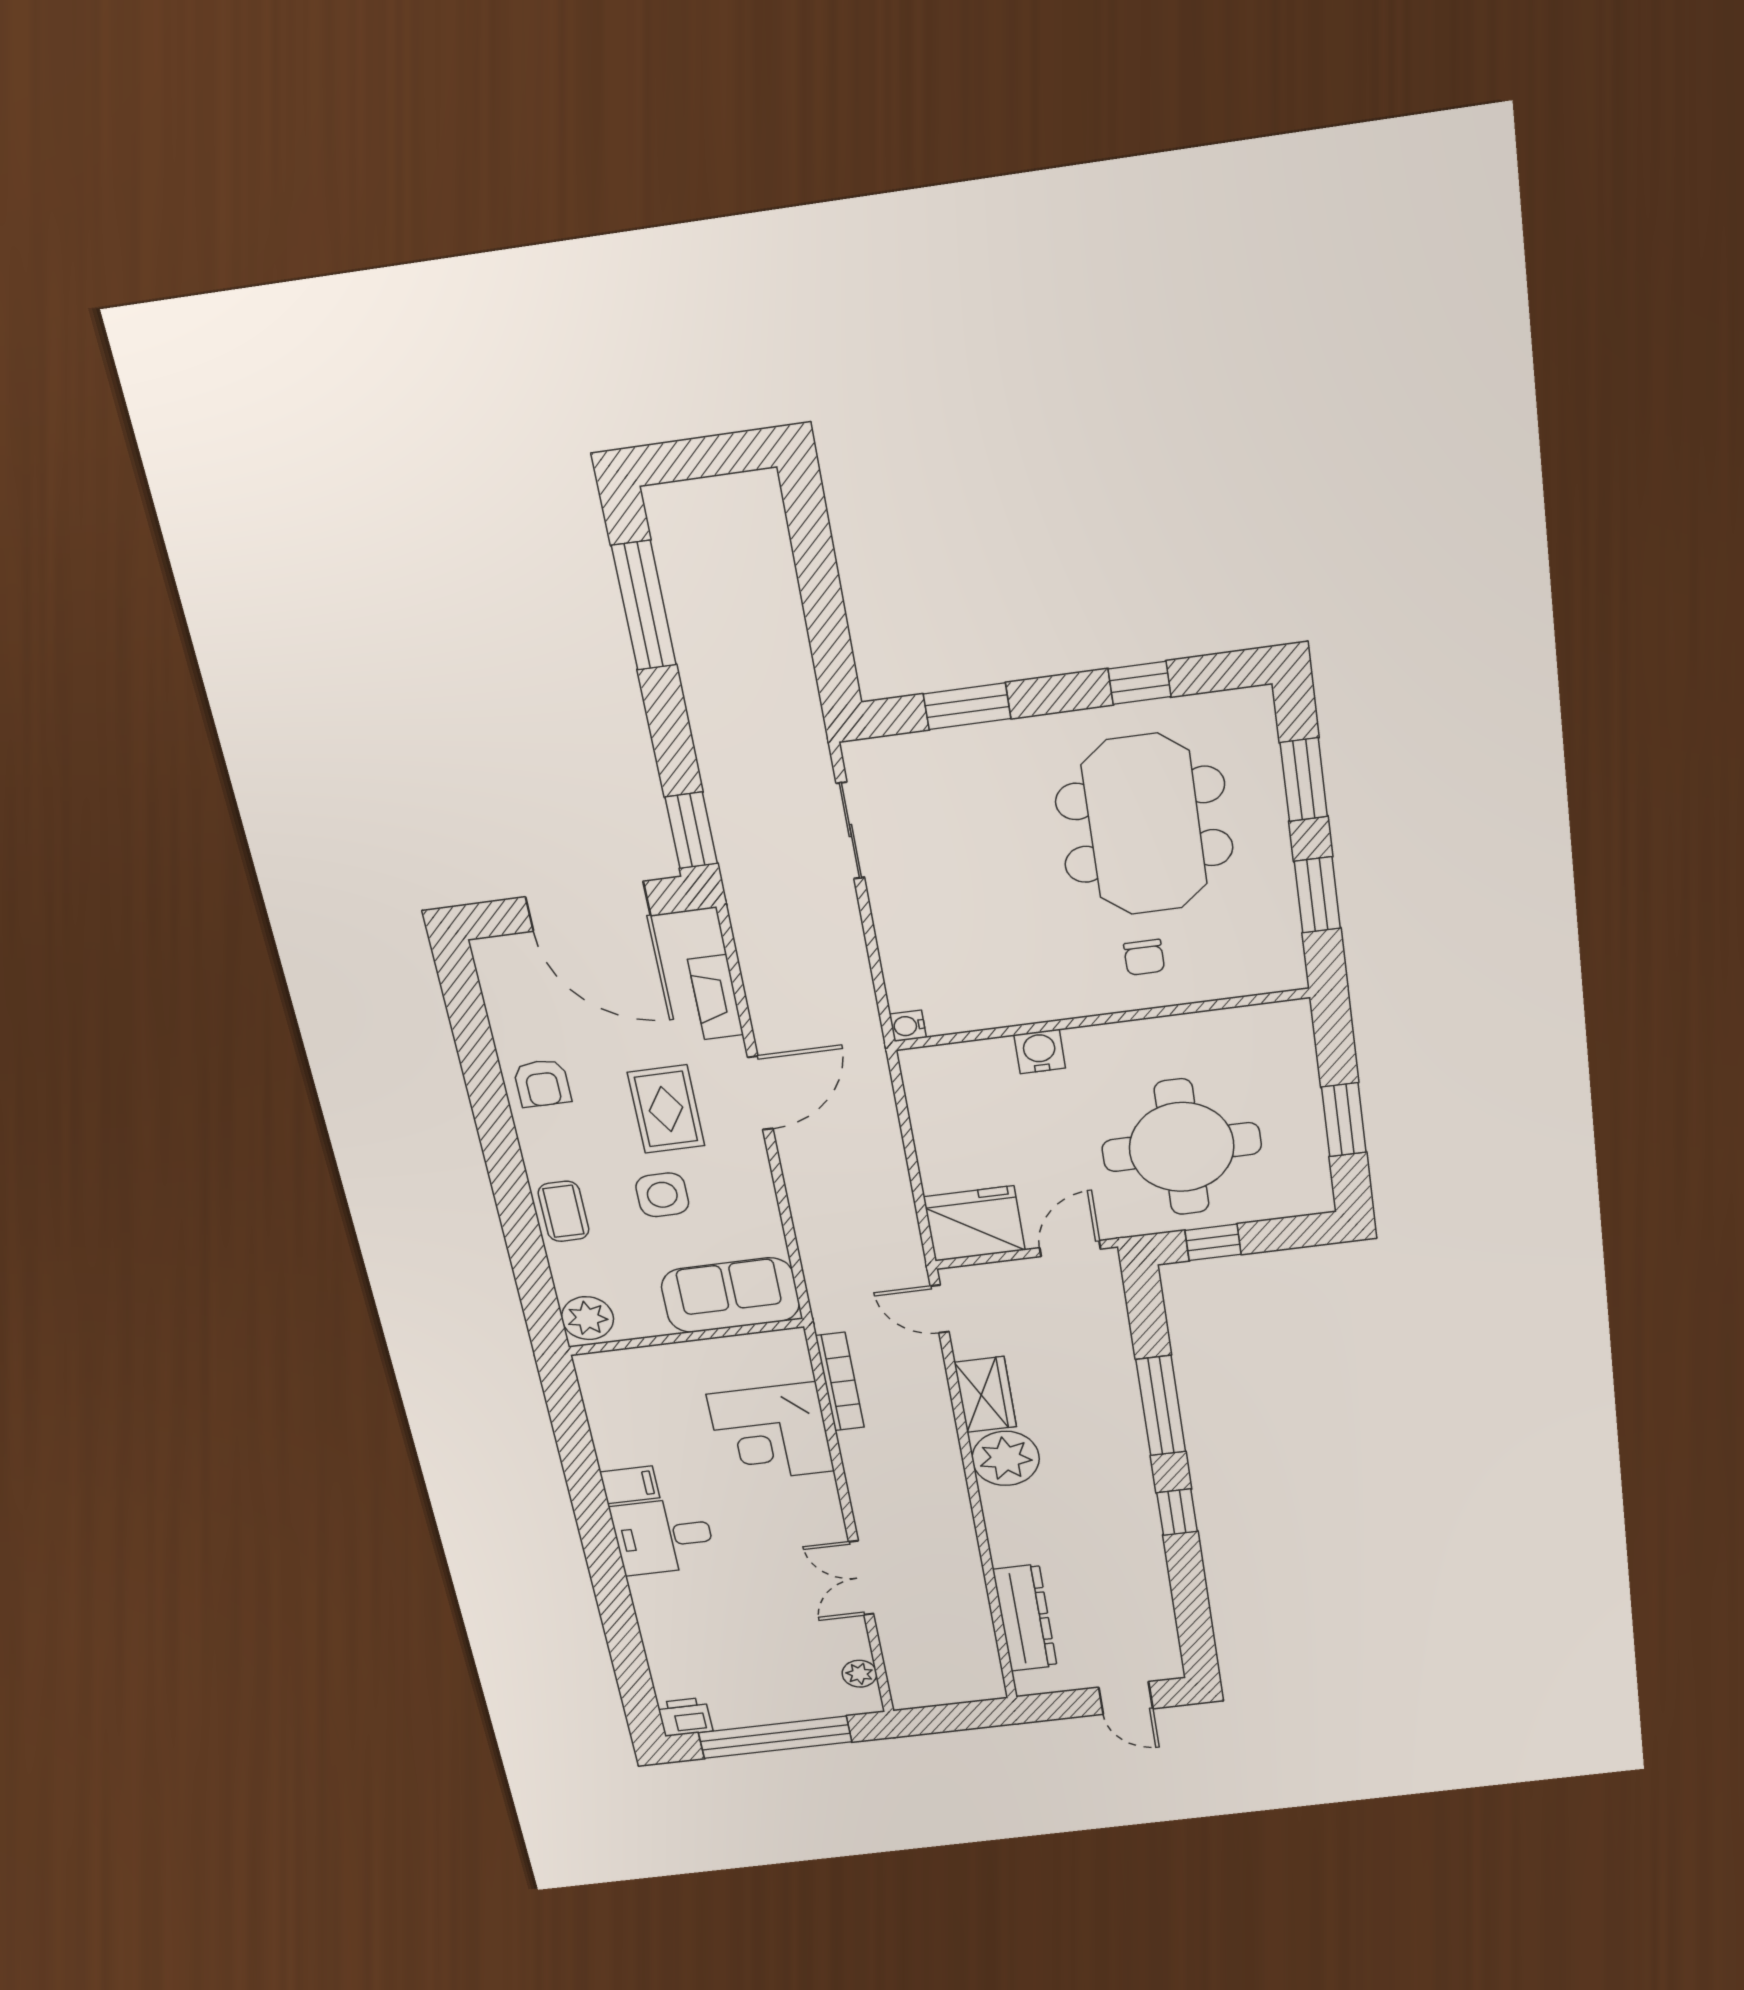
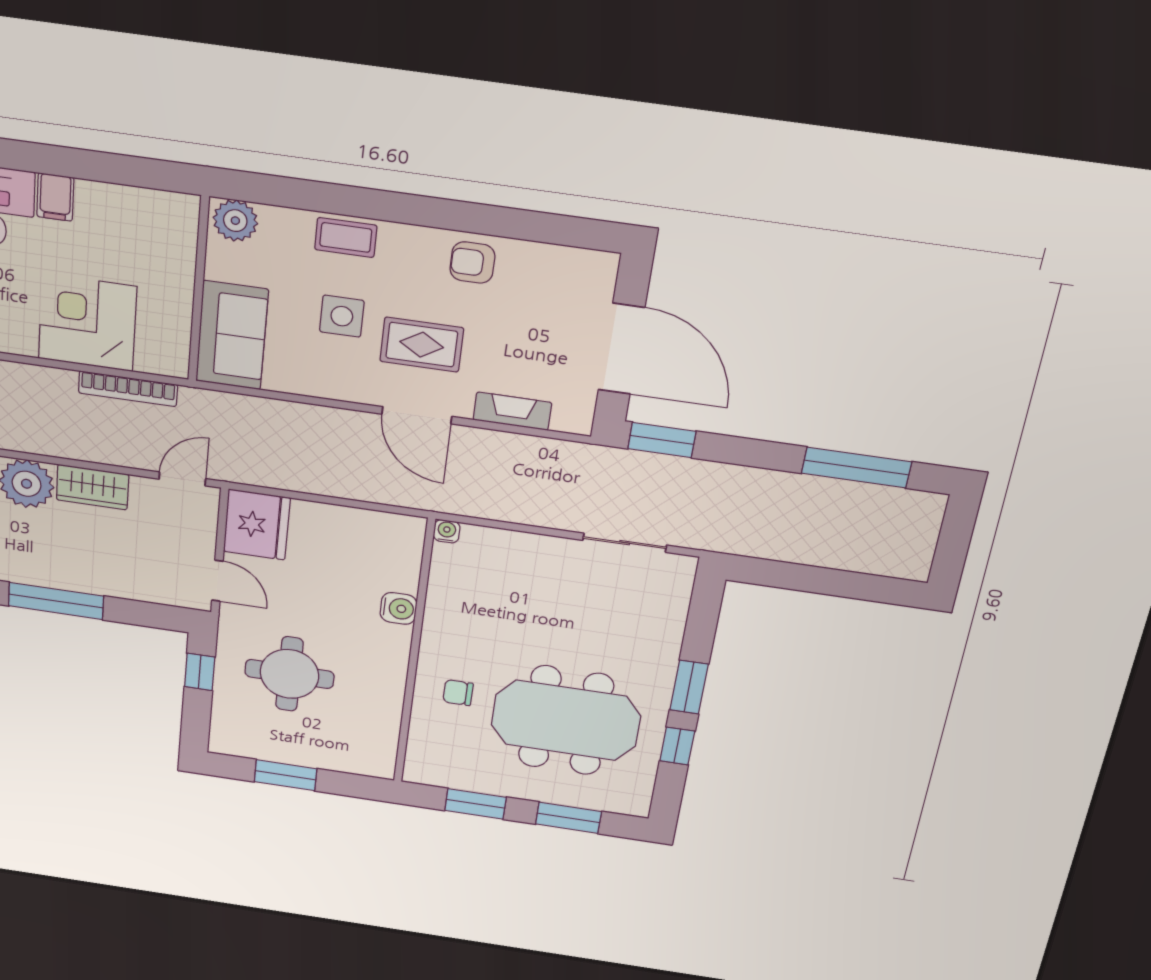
window: (967, 706) -> (689, 687), moved
door: (588, 906) -> (621, 349), swing flipped
round table: (1182, 1147) -> (289, 674), width x0.73, depth x0.73

